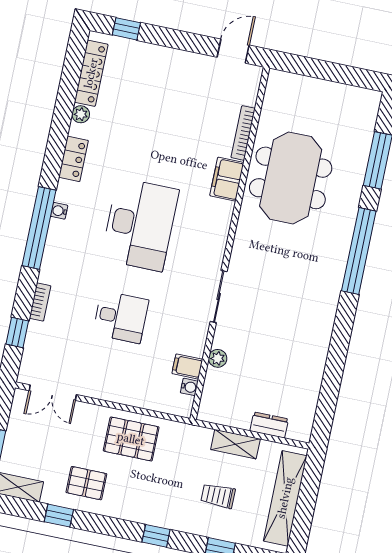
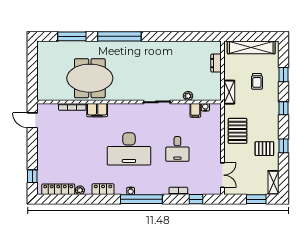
desk: (140, 224) -> (129, 149), turned 180
desk: (121, 317) -> (177, 149), turned 180
shelving: (235, 444) -> (229, 92), moved
pallet: (86, 483) -> (264, 149), turned 90
window: (59, 516) -> (284, 146), moved

